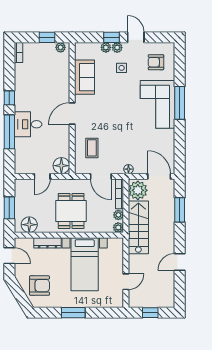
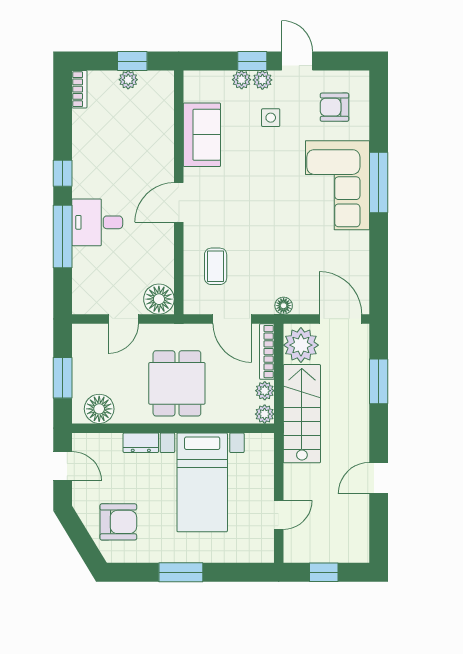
plant: (61, 47) -> (128, 80), moved
dresser: (47, 243) -> (141, 443), width x0.70

